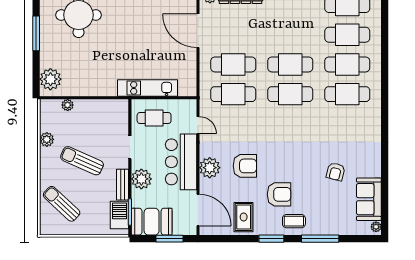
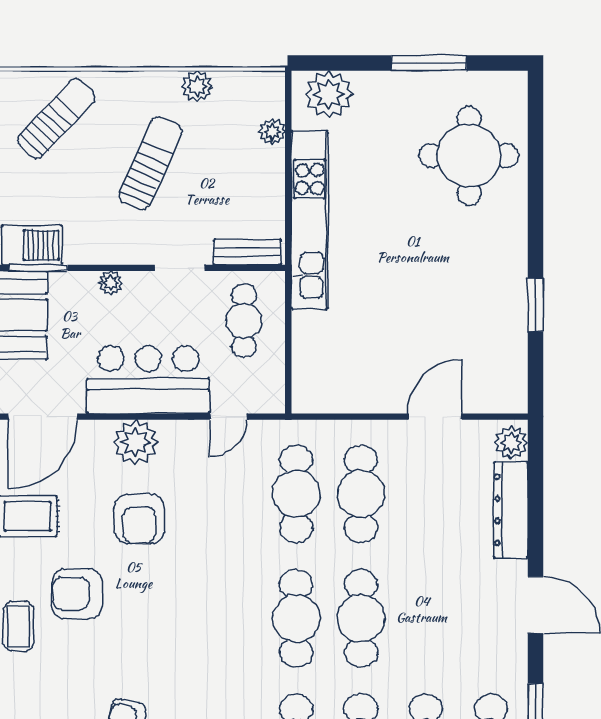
door: (198, 31) -> (435, 417), width x0.73
kitchen unit: (147, 88) -> (310, 220), moved, width x1.36
plant: (141, 179) -> (111, 283), width x0.53, depth x0.53
bench: (123, 185) -> (247, 252), moved
armchair: (279, 194) -> (77, 594), turned 90

